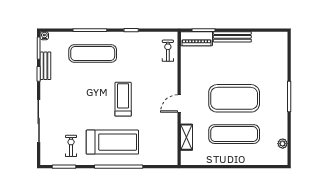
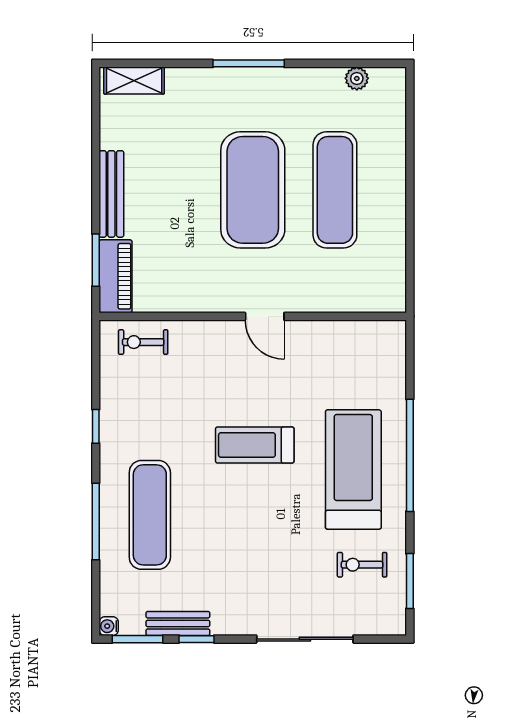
shelving: (186, 137) -> (134, 80), moved

